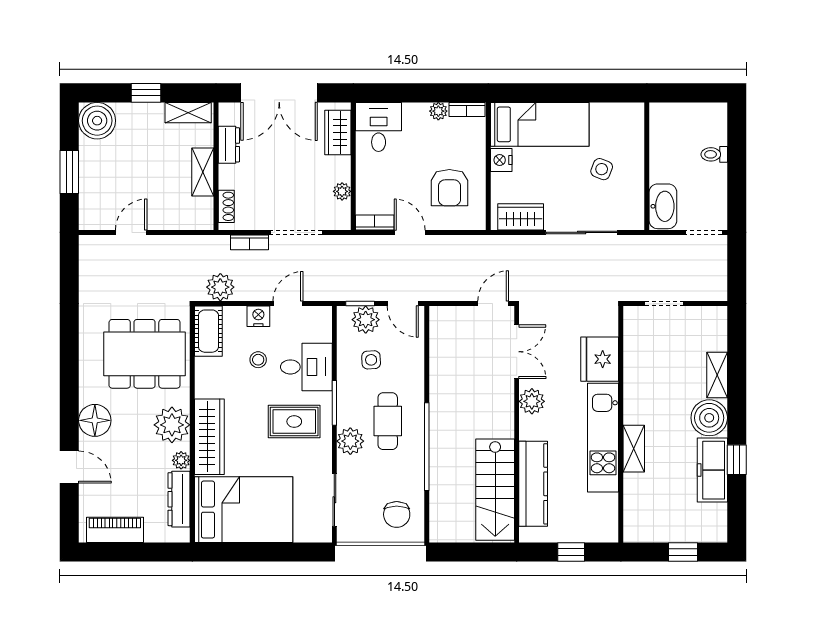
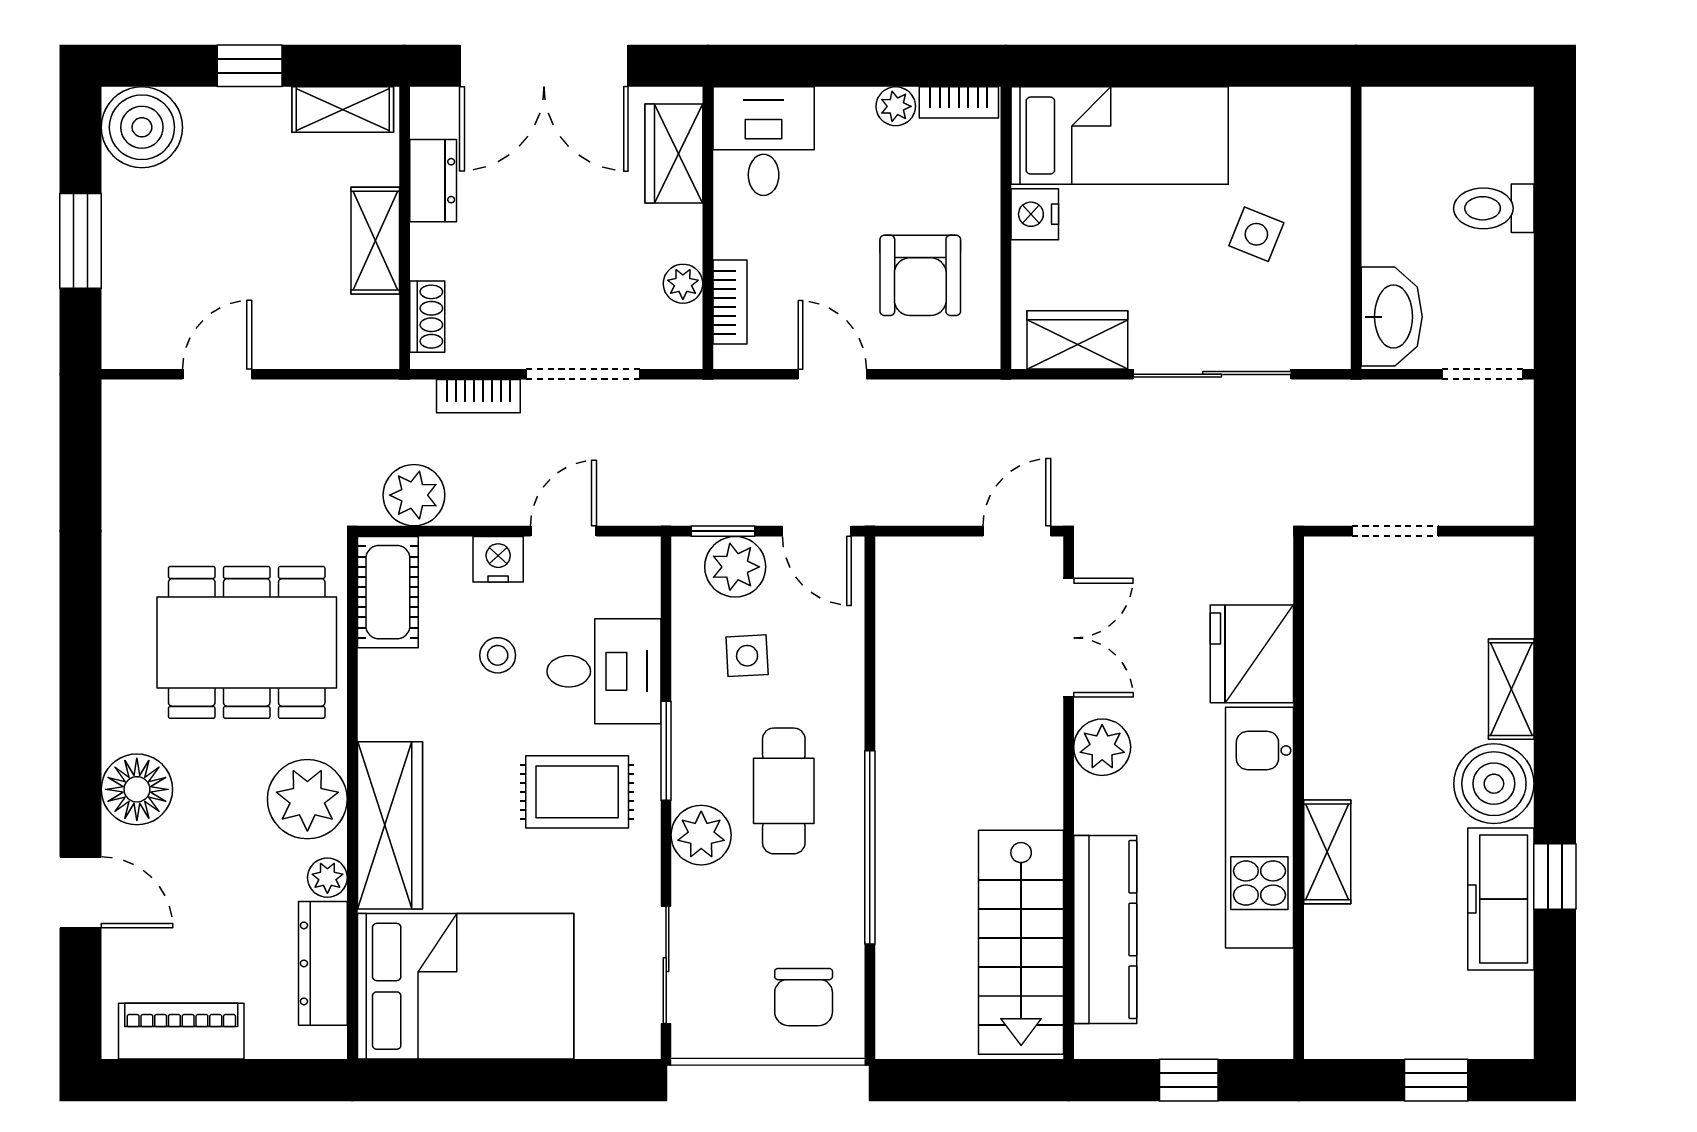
toilet: (714, 154) -> (1494, 208), width x1.37, depth x1.39
bookcase: (375, 222) -> (730, 302), moved, turned 90

